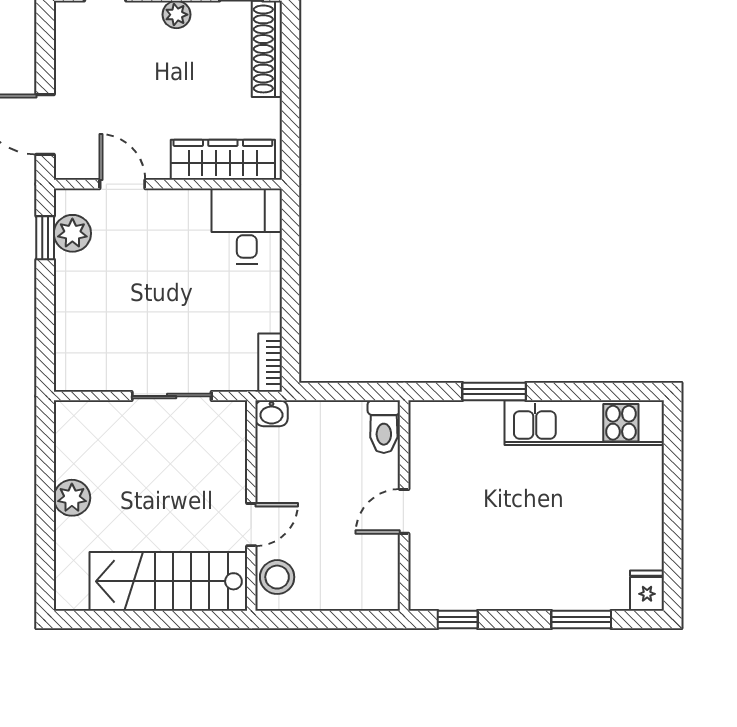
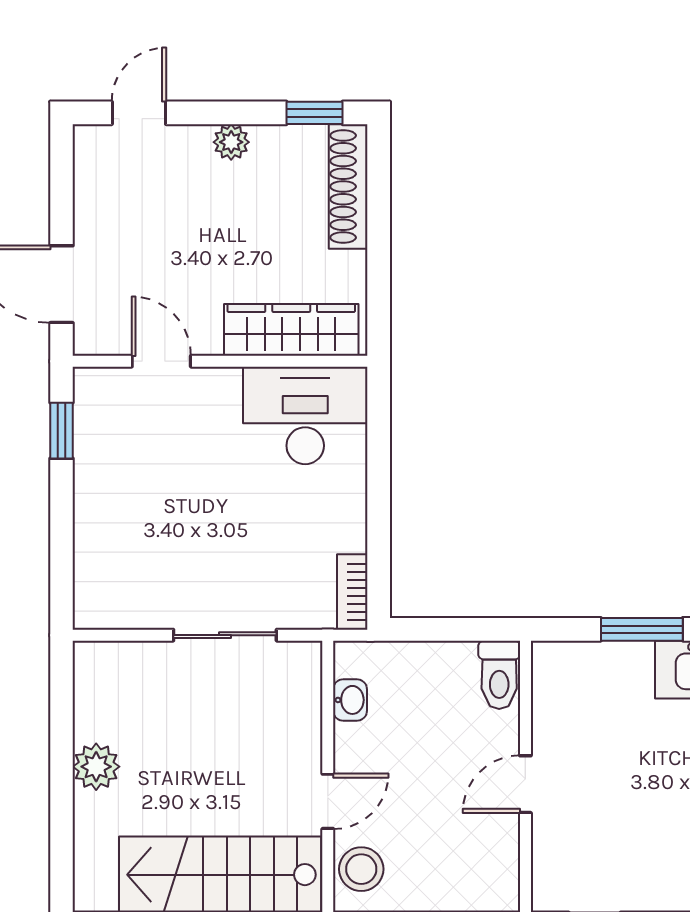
desk: (247, 226) -> (305, 415), width x1.37
plant: (72, 233) -> (97, 425), removed
washbasin: (271, 413) -> (350, 700), moved, turned -90

